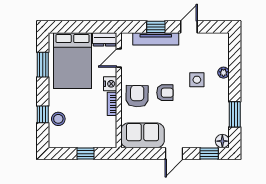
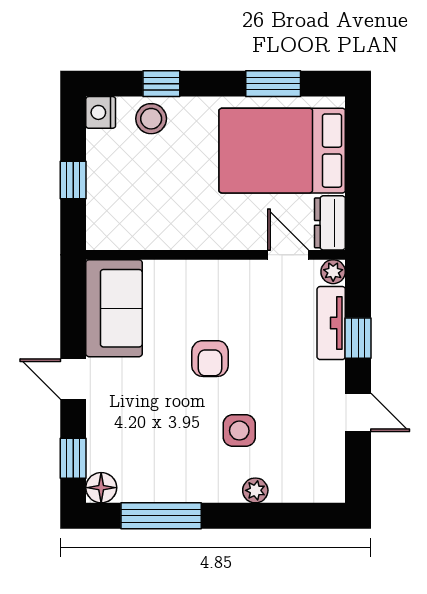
plant: (126, 38) -> (333, 272), added
tv unit: (156, 39) -> (331, 323), width x0.71
nightstand: (110, 84) -> (101, 112), moved, turned 90
armchair: (137, 96) -> (202, 296), removed
bookcase: (112, 104) -> (185, 239), removed
window: (235, 114) -> (161, 516), width x1.44

